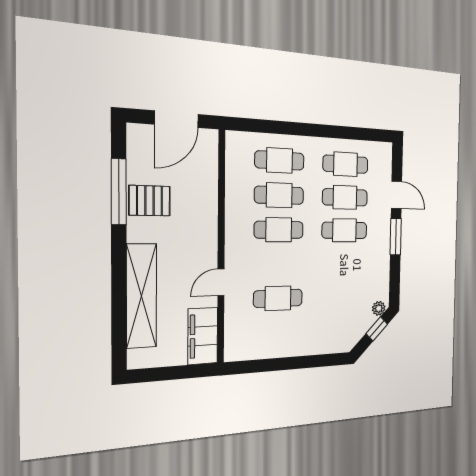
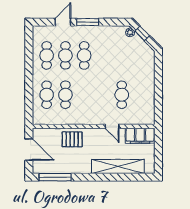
window: (119, 192) -> (55, 177), moved
pallet: (150, 201) -> (72, 139), moved, turned 90
cafe table: (279, 230) -> (84, 95), removed

